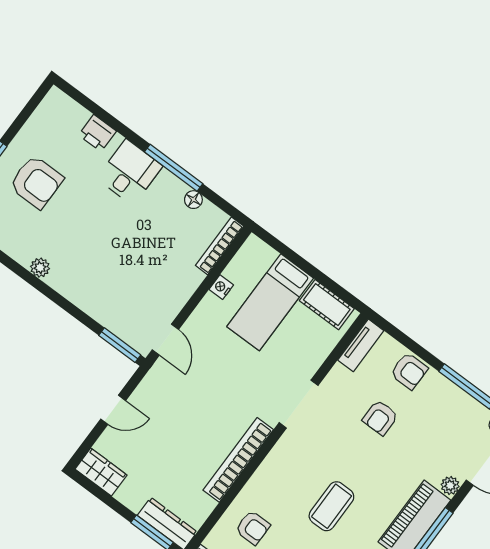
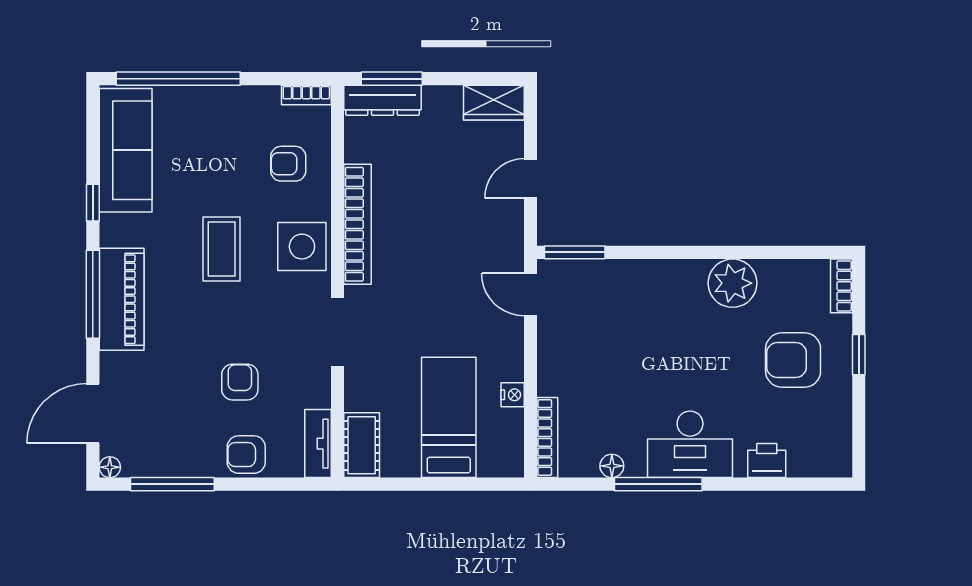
desk: (130, 172) -> (690, 444), width x1.37
plant: (40, 268) -> (733, 283), width x1.88, depth x1.88
cot: (327, 305) -> (362, 445), moved, turned 90
side table: (282, 472) -> (302, 247), added
plant: (450, 486) -> (112, 365), removed

